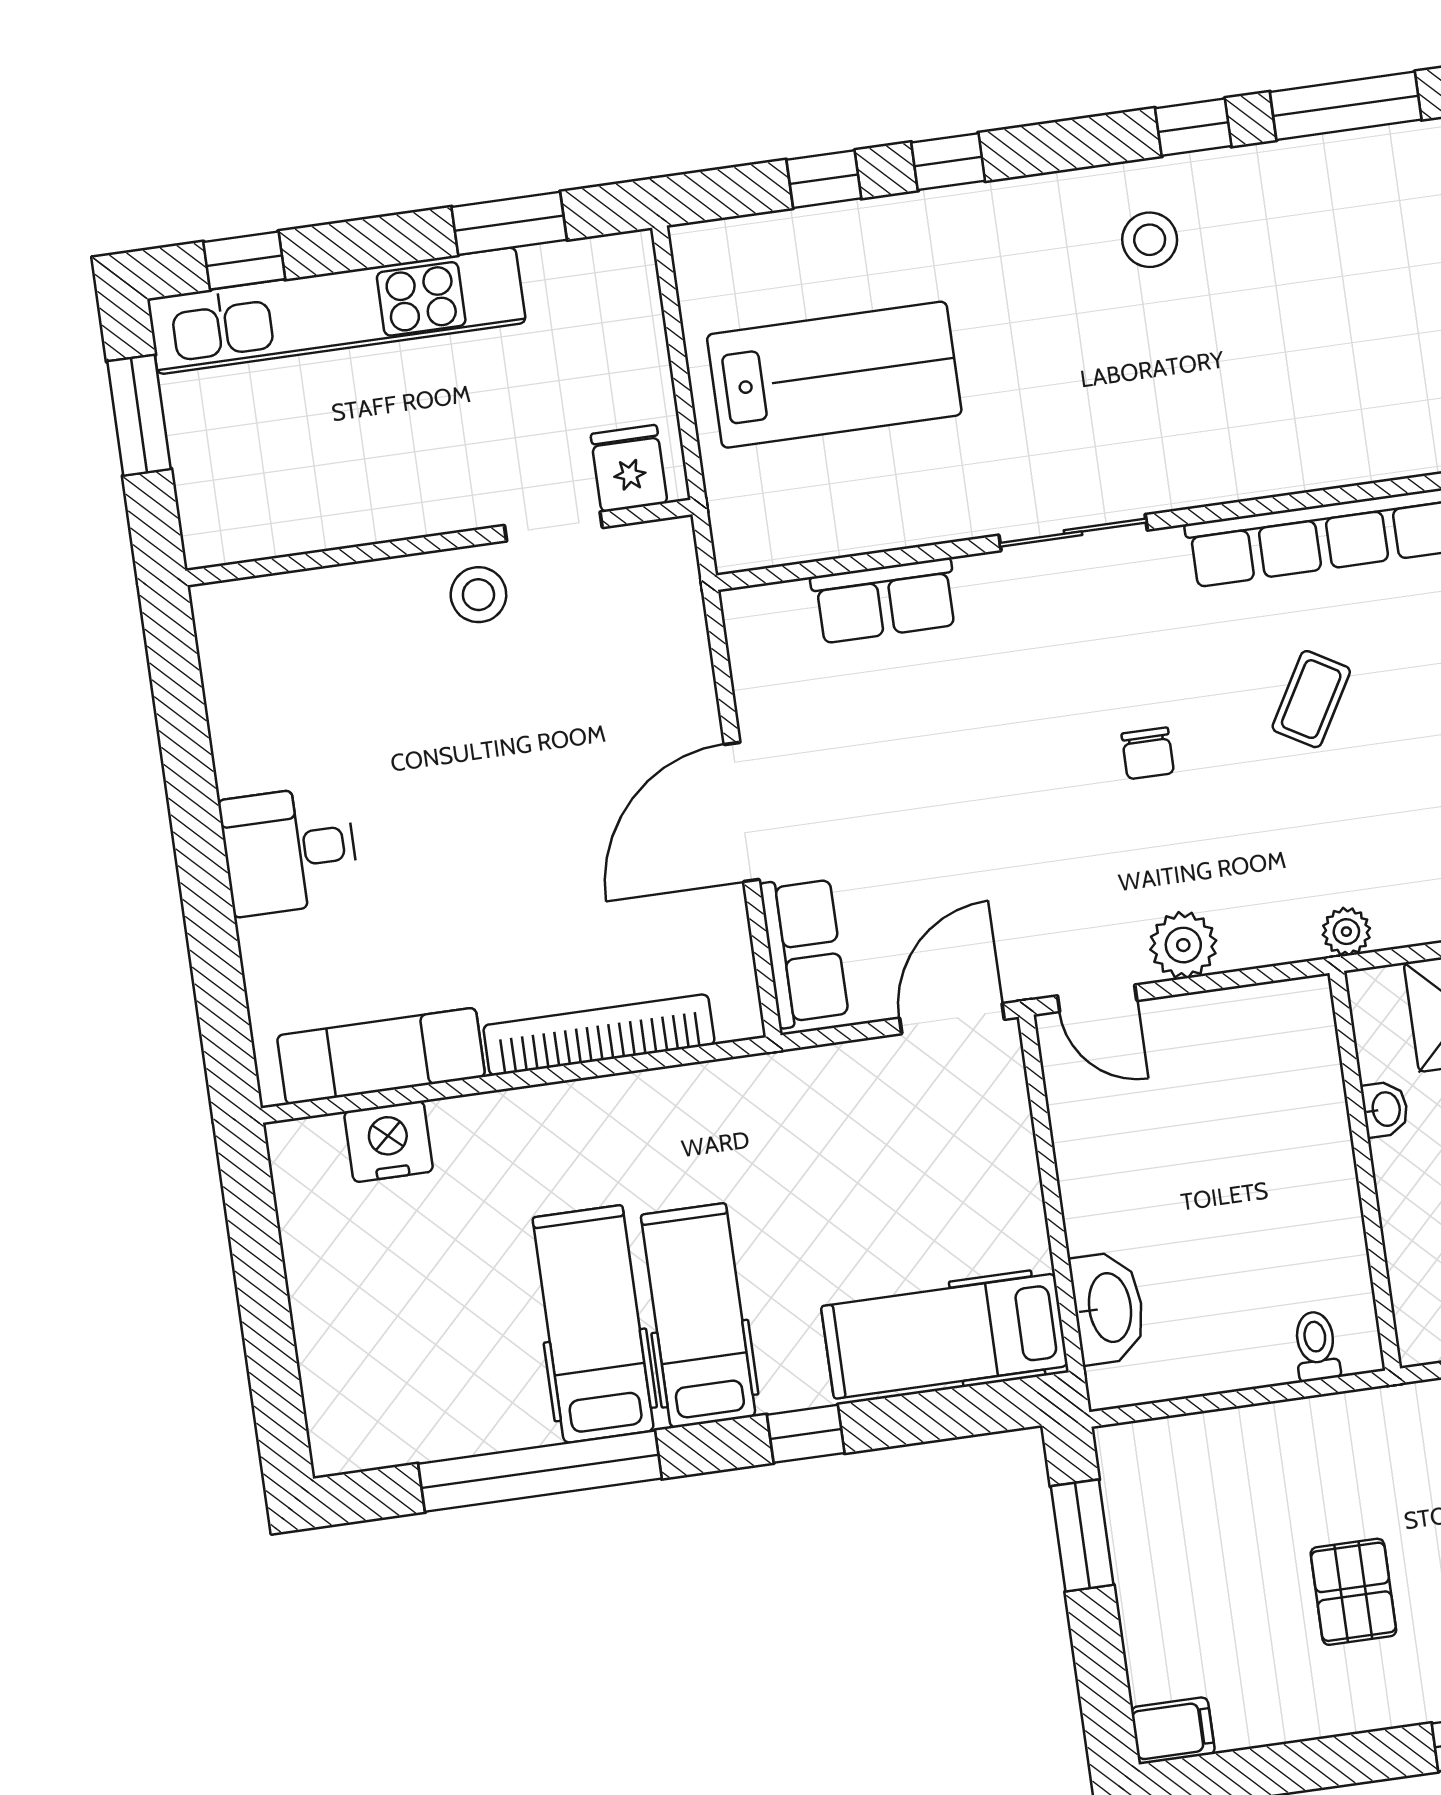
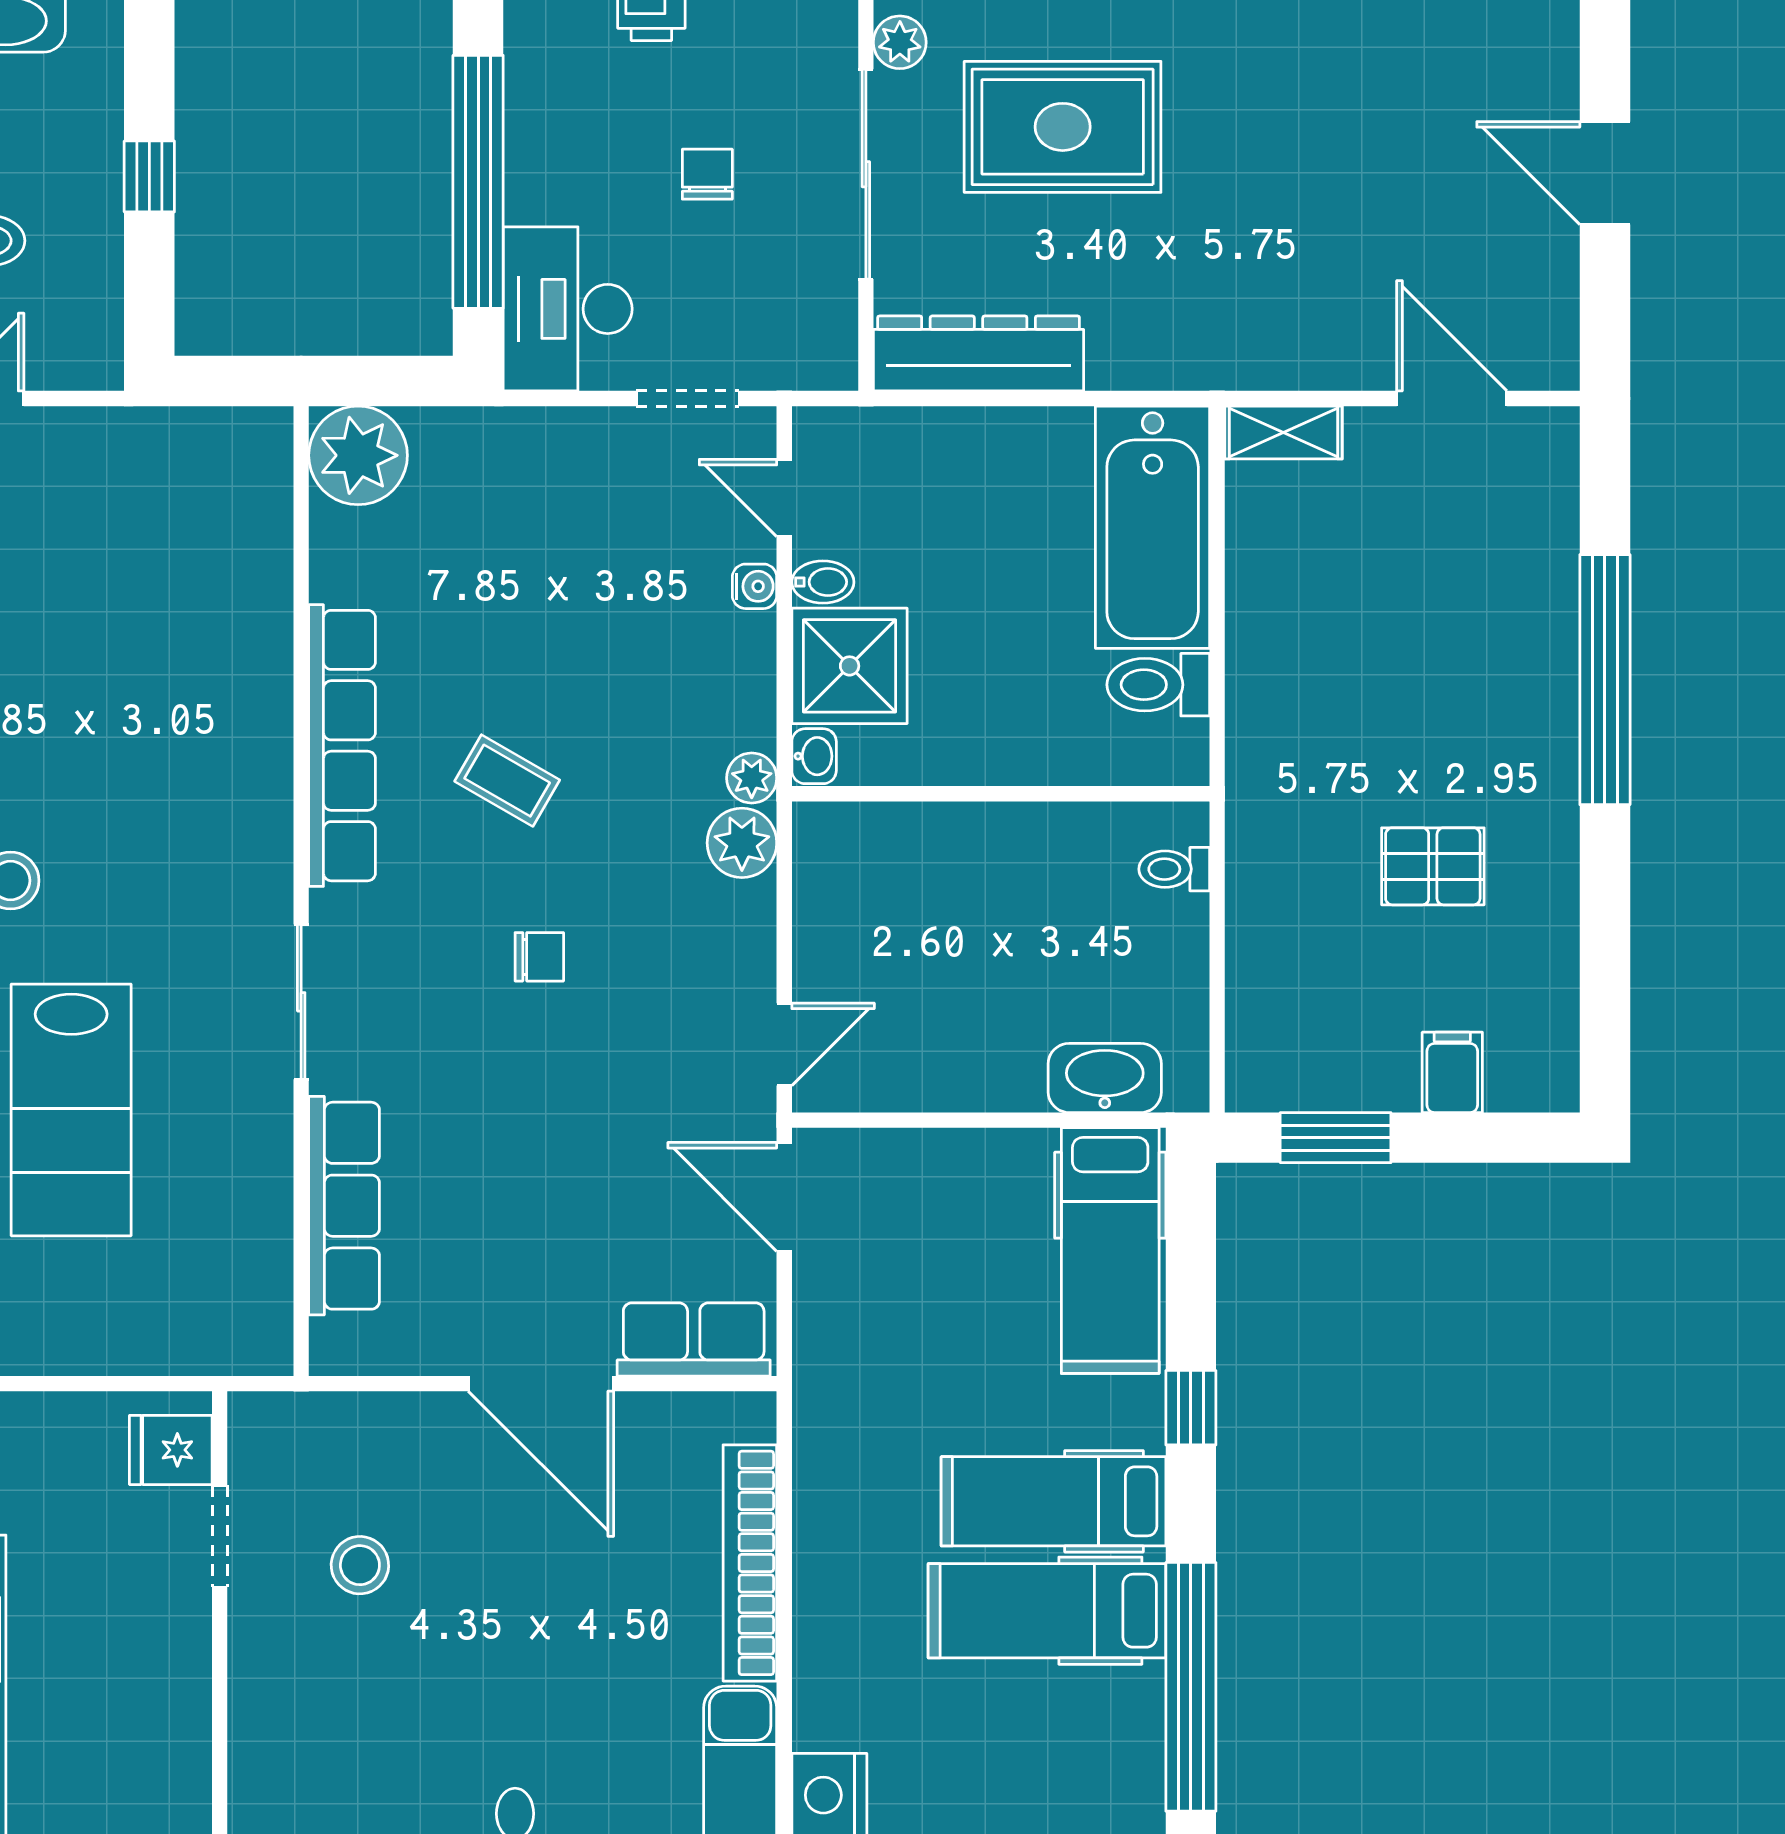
lab bench: (834, 375) -> (71, 1110), moved, turned 180
stool: (478, 595) -> (360, 1565), moved
row of seats: (885, 601) -> (344, 1206), width x1.48
plant: (1183, 945) -> (742, 843), moved
washbasin: (1385, 1109) -> (814, 756), moved, turned 90
filing cabinet: (1173, 1731) -> (1452, 1072), moved

